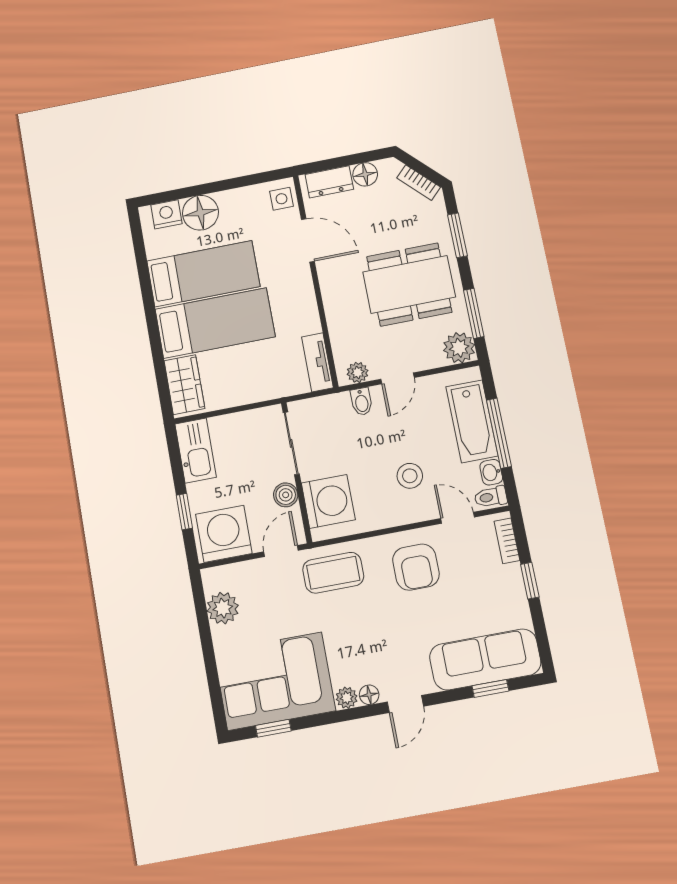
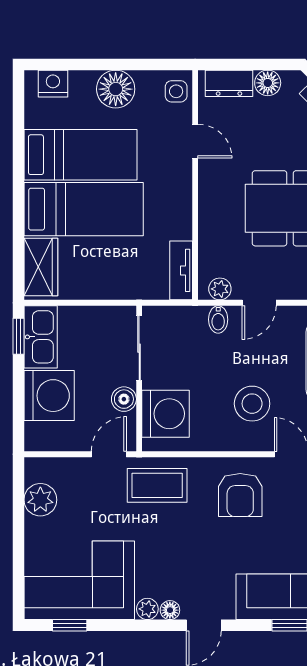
floor lamp: (200, 213) -> (116, 89), moved
door: (308, 240) -> (195, 141), width x0.73
stool: (410, 476) -> (252, 404), width x1.38, depth x1.38
window: (184, 512) -> (18, 336), moved
washing machine: (224, 534) -> (49, 396), moved, turned 90

